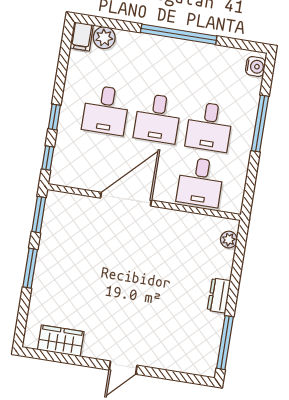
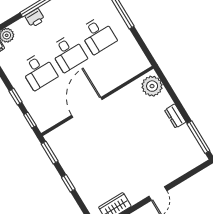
printer: (154, 45) -> (35, 18), added
desk: (200, 182) -> (117, 67), removed
plant: (229, 240) -> (152, 86), width x1.87, depth x1.87
window: (30, 268) -> (68, 183), width x0.67

